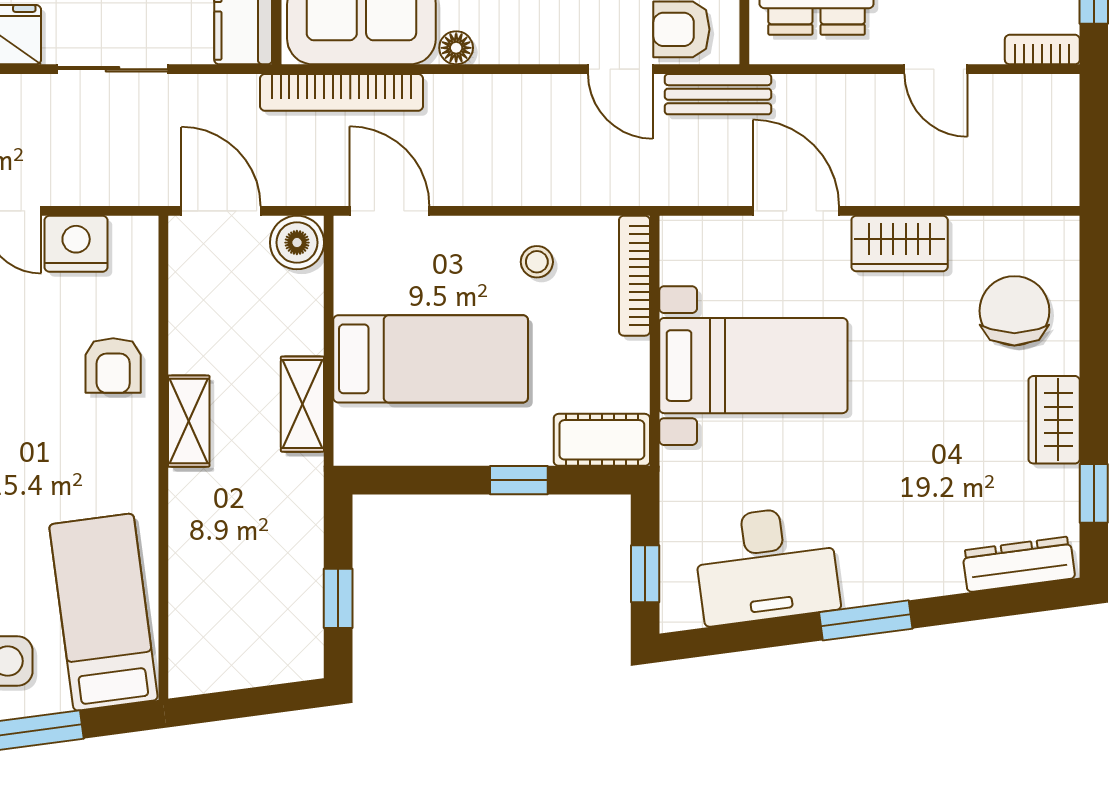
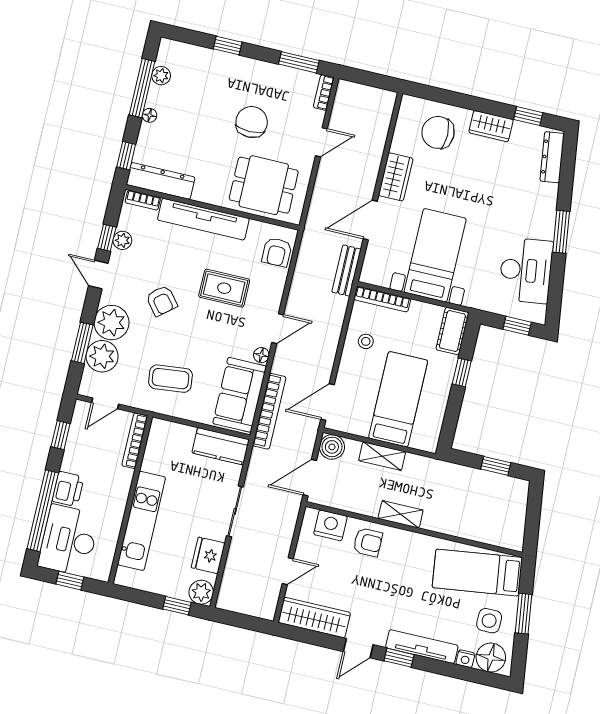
door: (620, 69) -> (278, 329), moved
bench: (718, 94) -> (346, 271), moved
nightstand: (76, 244) -> (330, 525), moved, turned 90
shelving: (302, 404) -> (382, 456), moved

